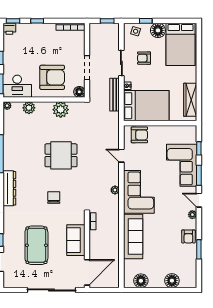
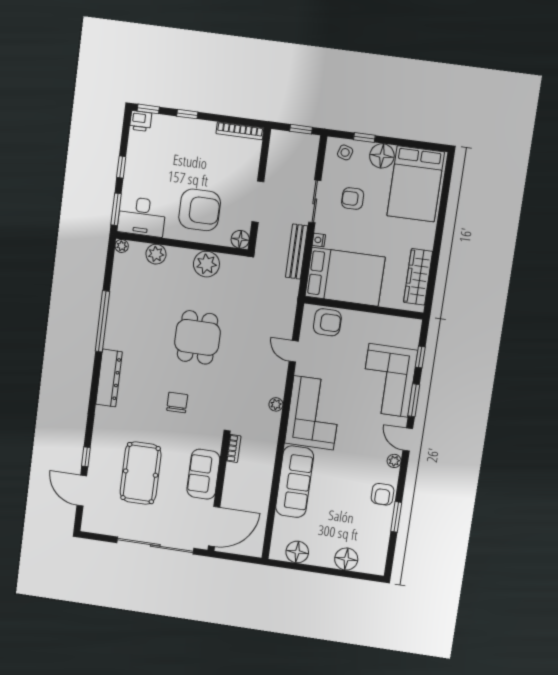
dining table: (61, 155) -> (197, 337), turned 90

